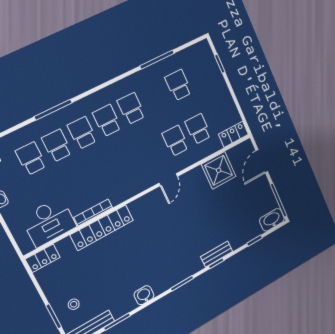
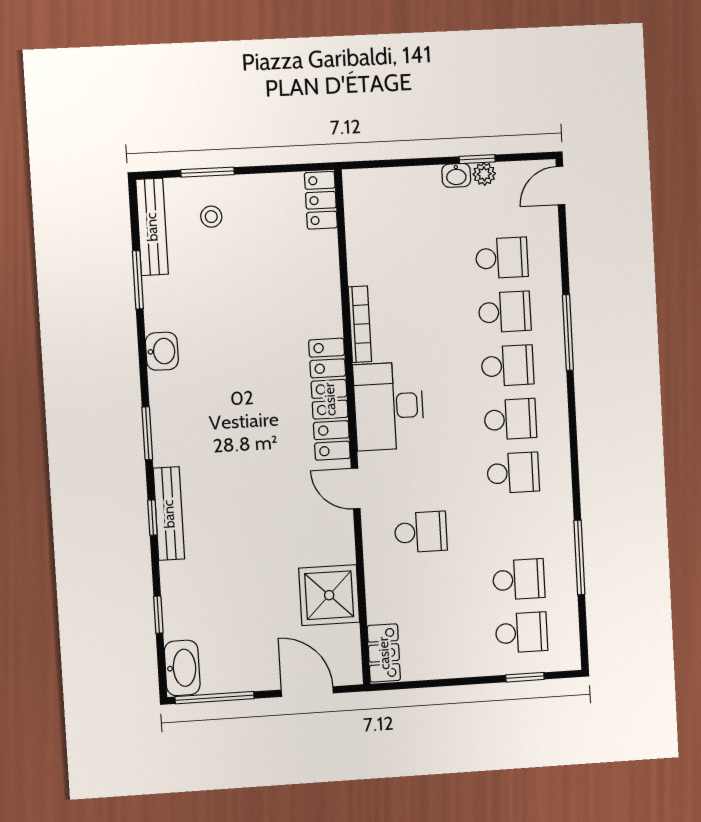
school desk: (198, 129) -> (521, 633), moved
desk: (49, 222) -> (389, 406), moved
locker: (102, 228) -> (330, 399), moved
bench: (217, 254) -> (169, 514), width x1.36

